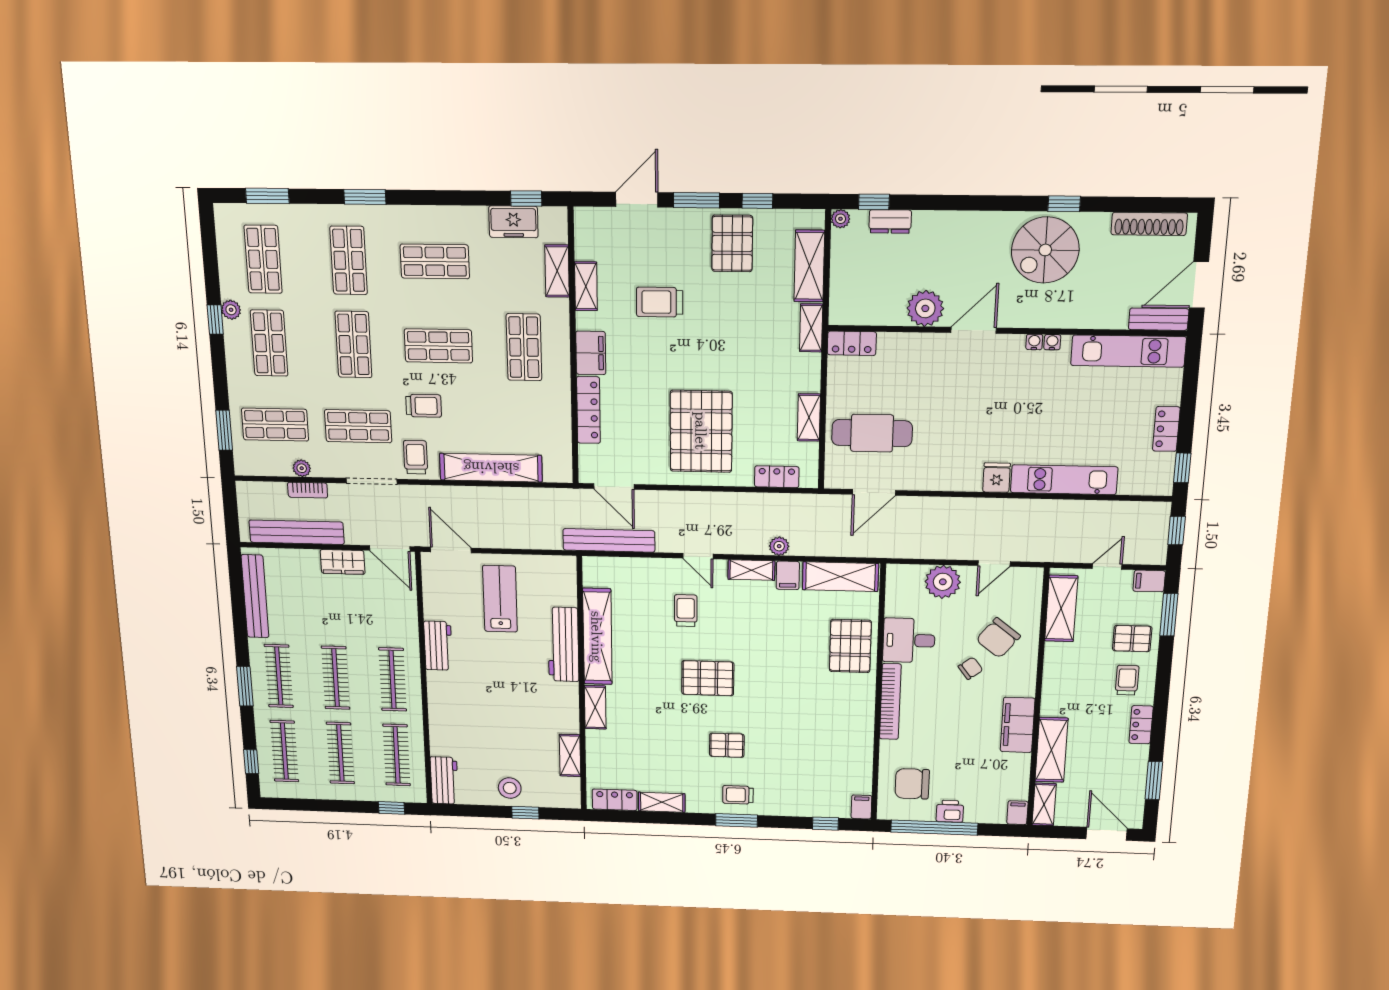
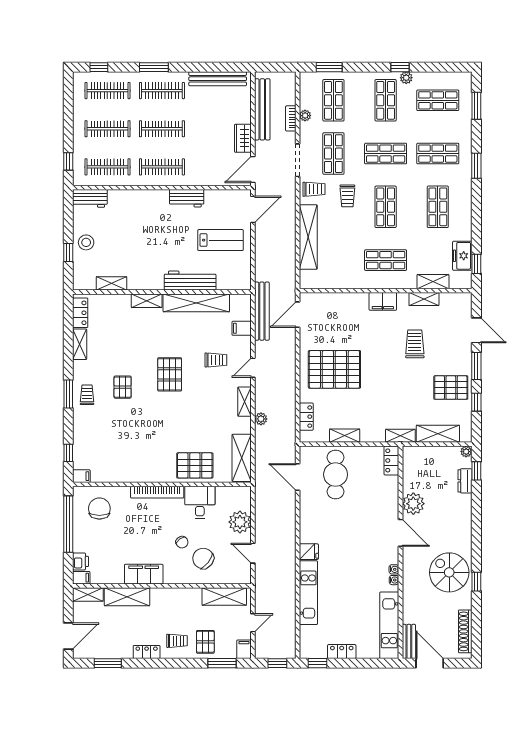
shop shelf: (269, 343) -> (386, 100), turned 90
locker: (588, 410) -> (347, 299), removed
door: (1107, 566) -> (253, 623), hinge flipped
filing cabinet: (788, 575) -> (242, 328), moved
printer: (950, 811) -> (81, 561), moved

